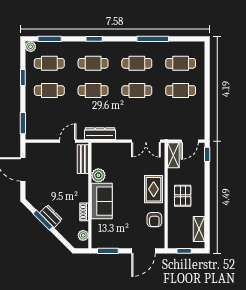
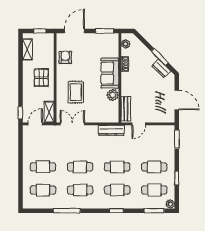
rug: (154, 189) -> (76, 92), moved
dresser: (51, 216) -> (161, 68), moved

